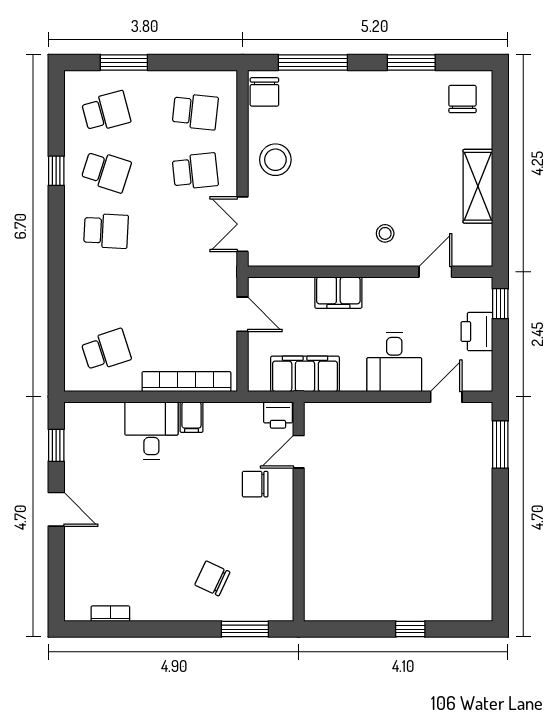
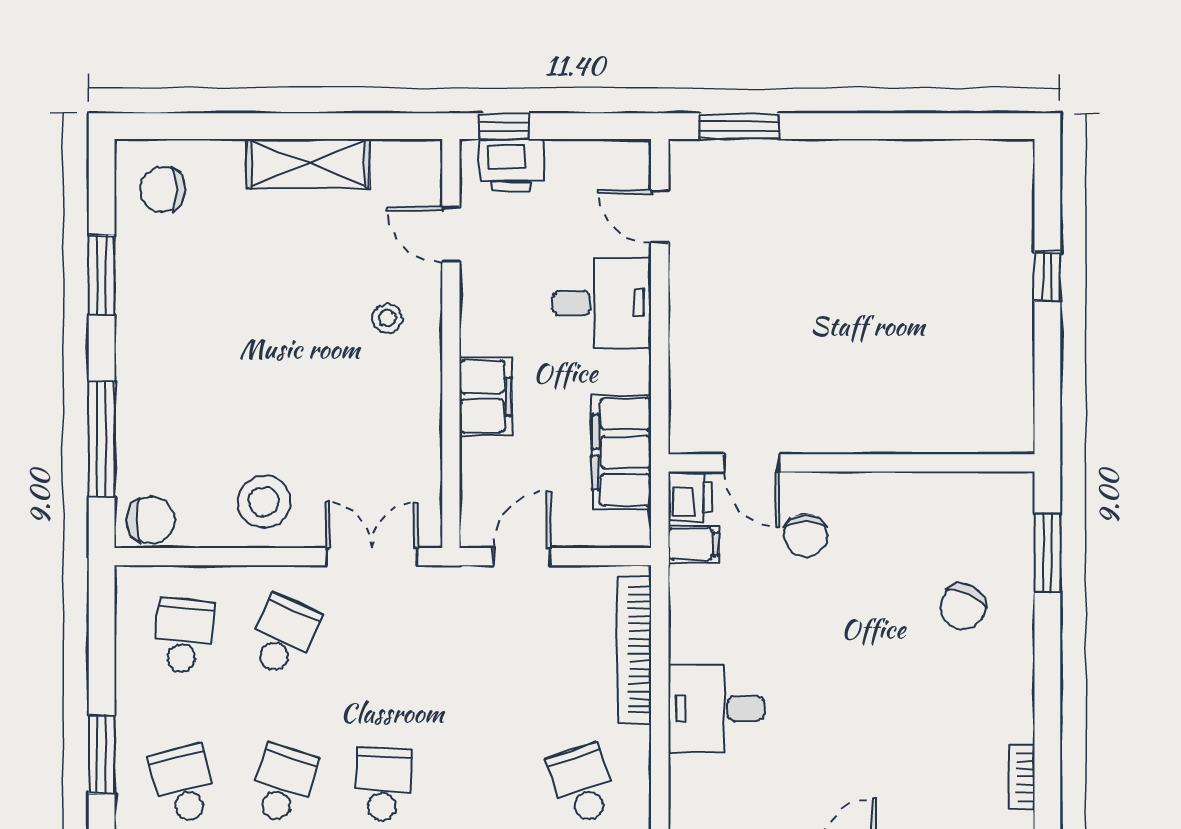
school desk: (195, 171) -> (283, 636), turned 30
double door: (242, 224) -> (372, 557), swing flipped
printer: (477, 332) -> (512, 165), moved
filing cabinet: (192, 417) -> (694, 544), moved

